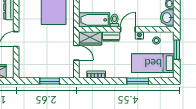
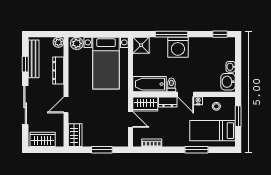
door: (128, 29) -> (186, 94), swing flipped
wardrobe: (25, 67) -> (75, 135), added

